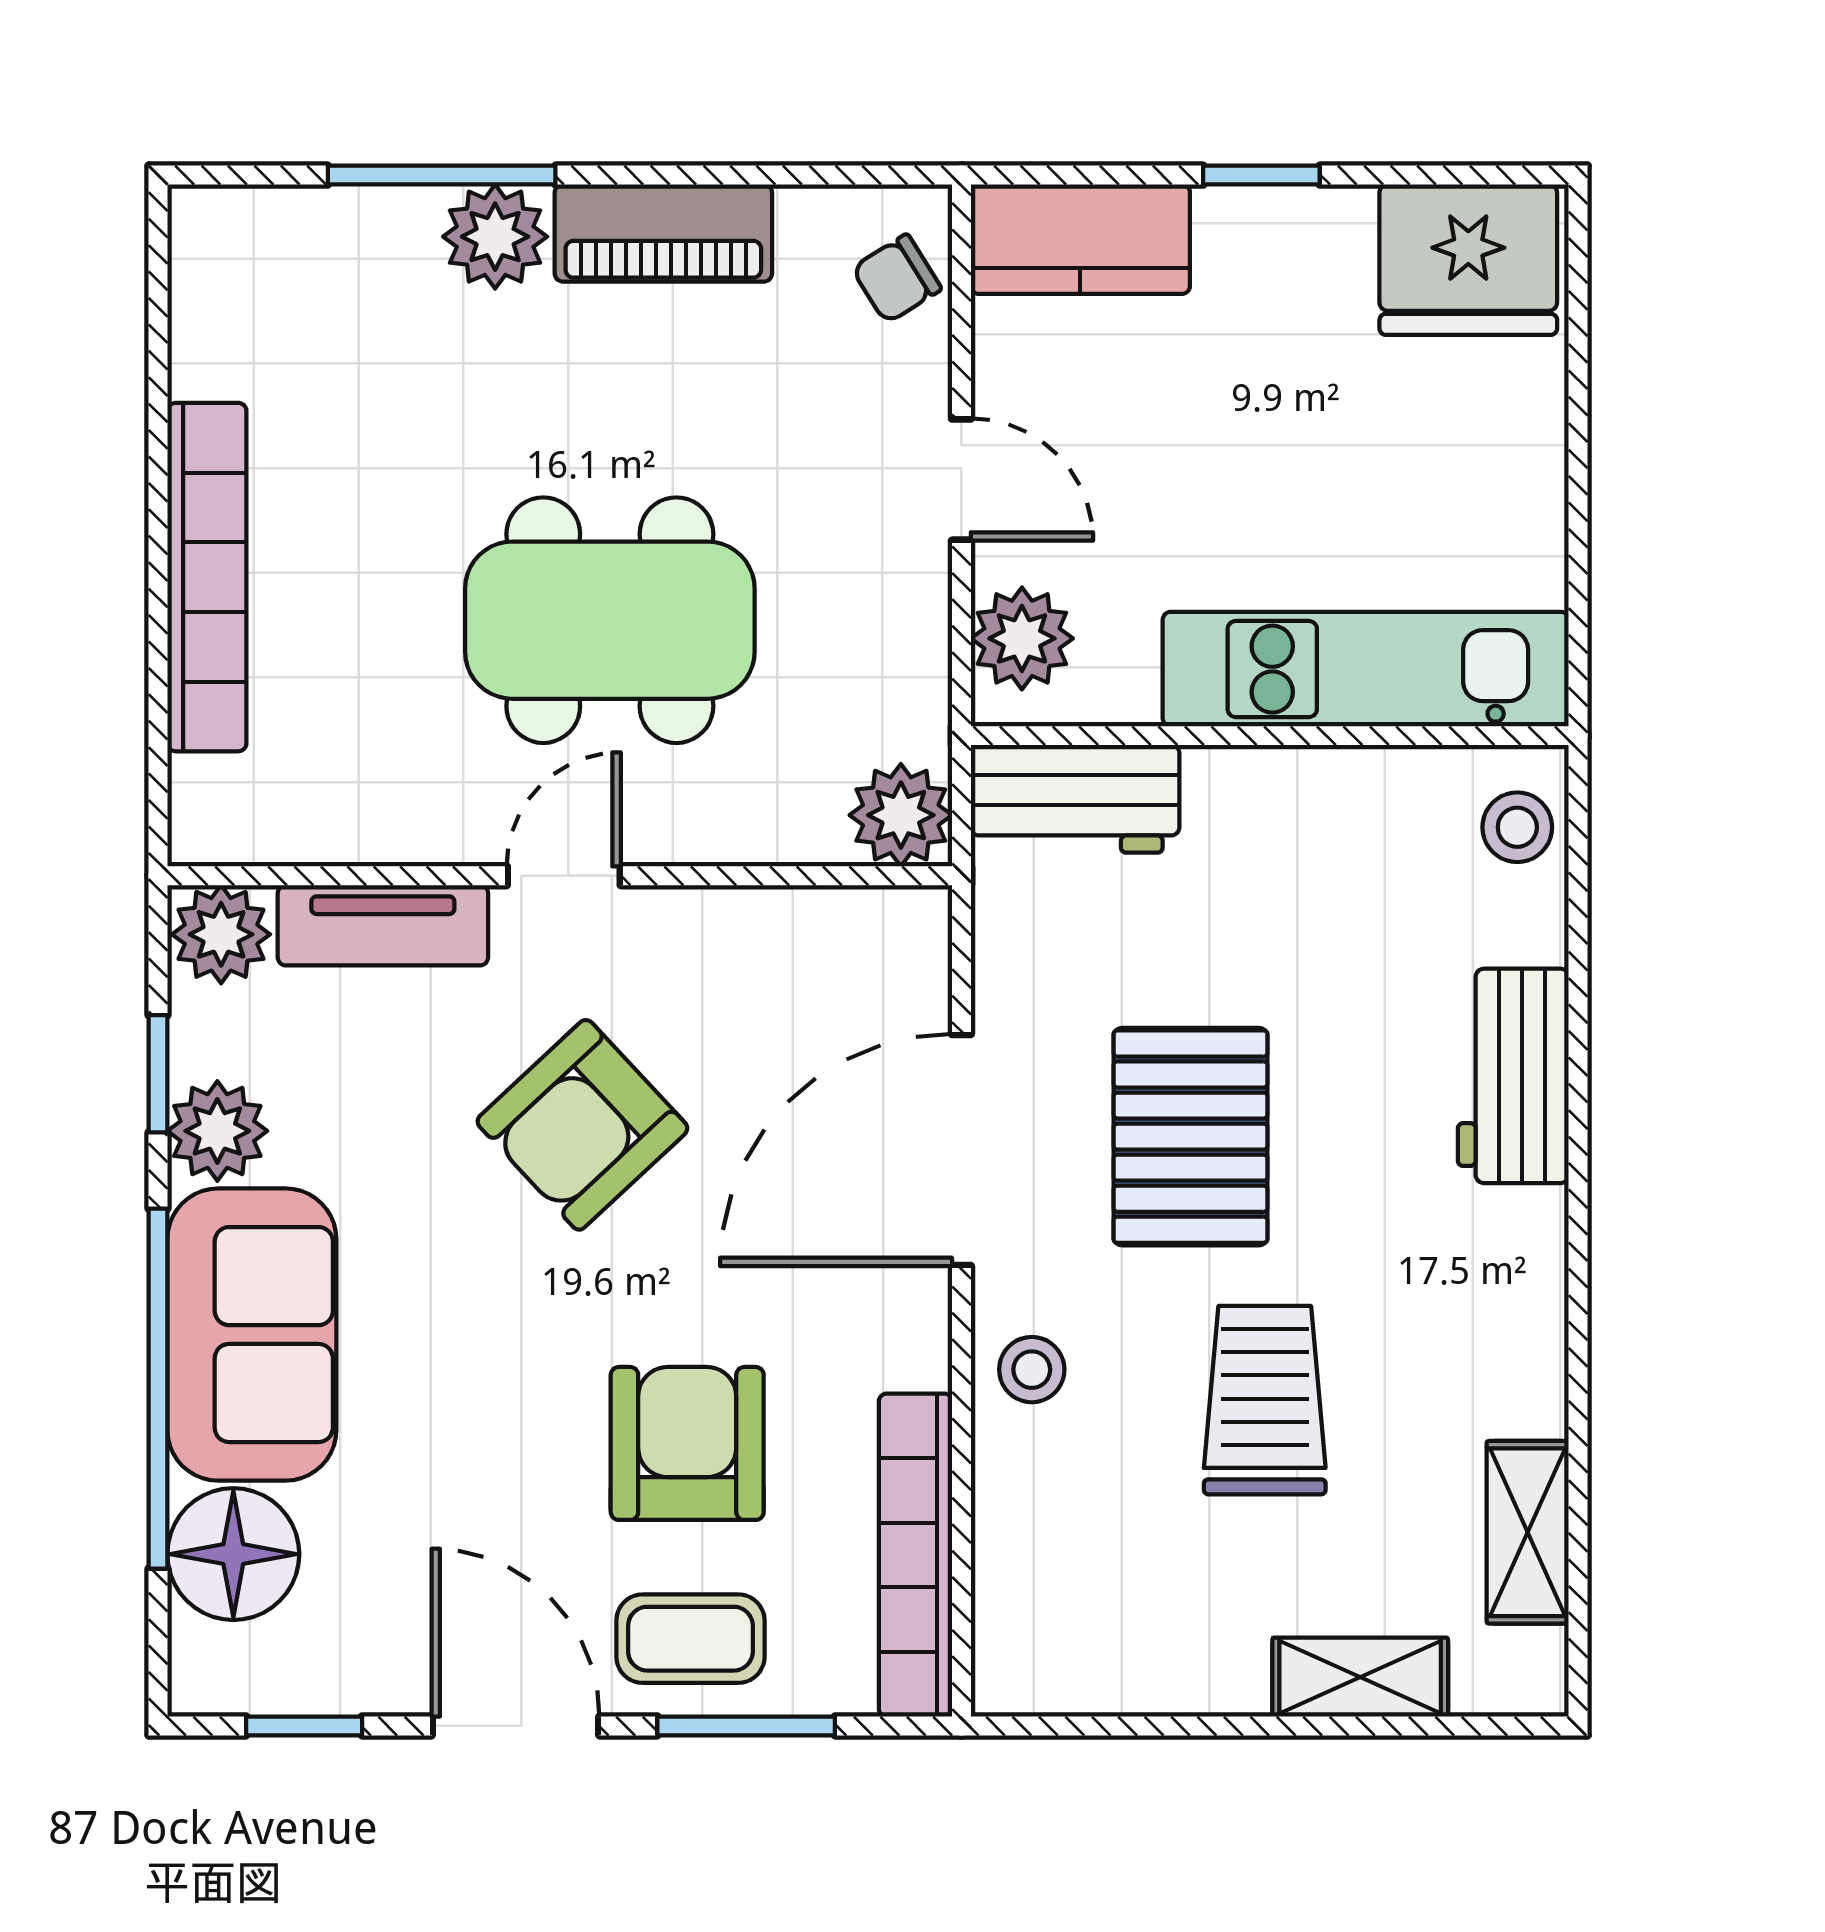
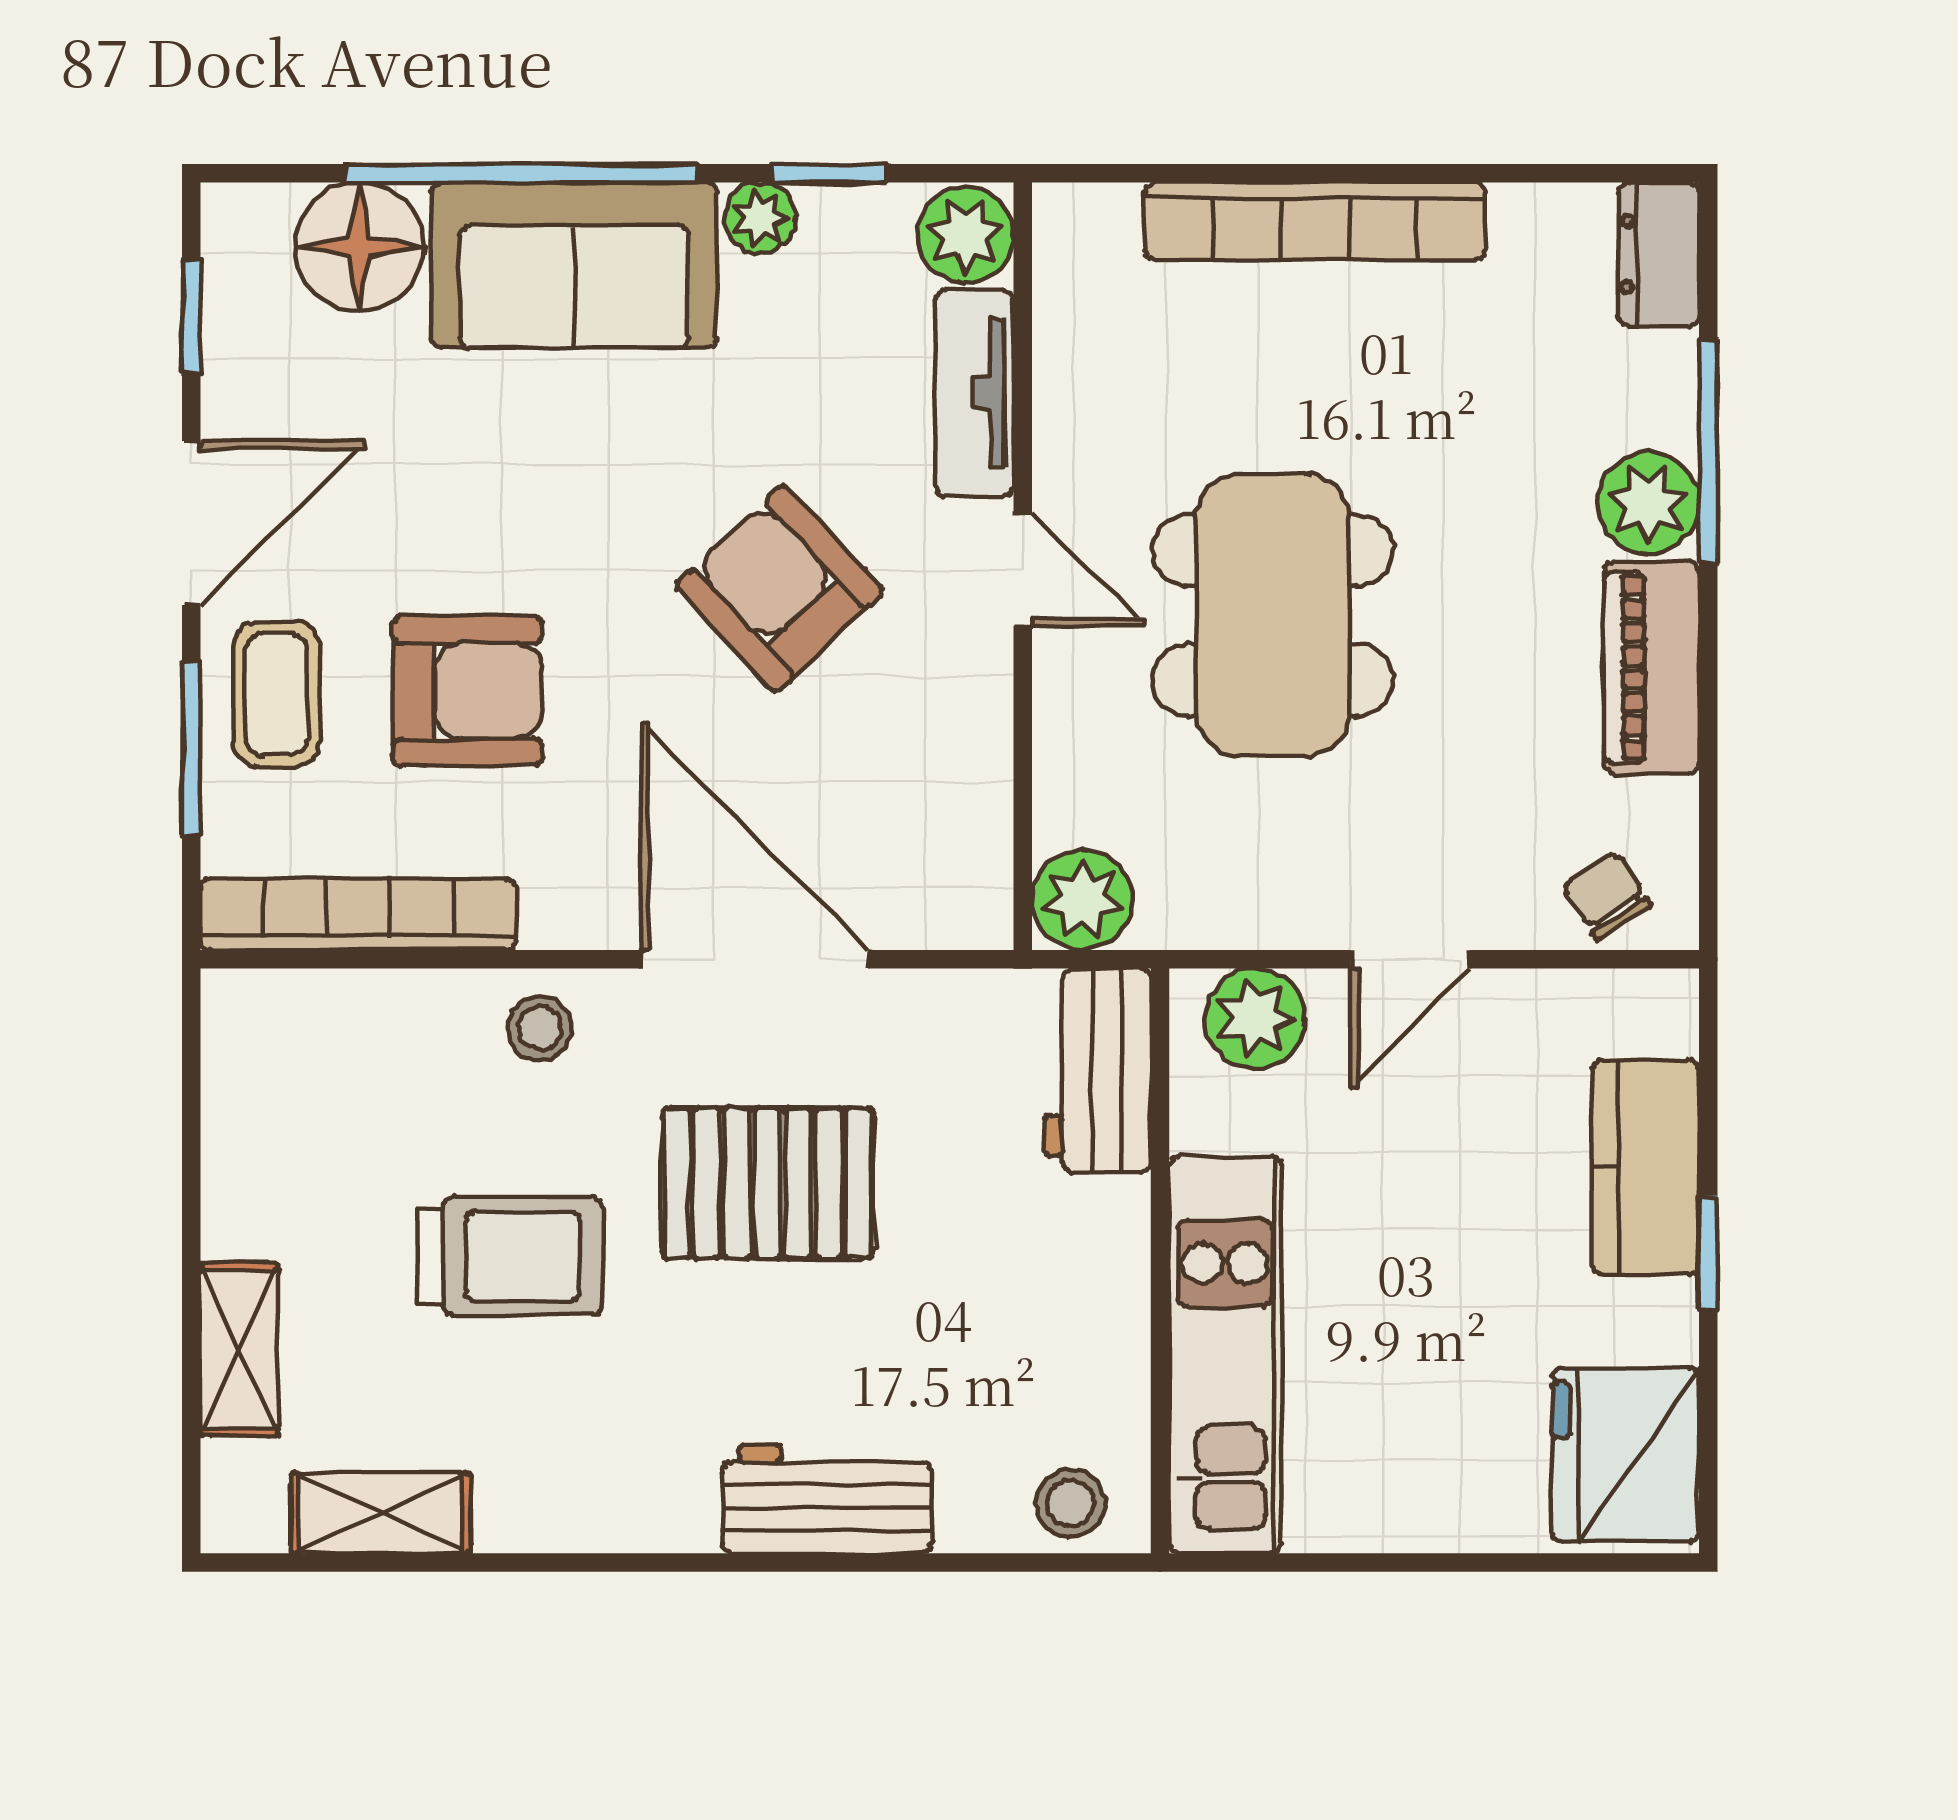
dresser: (241, 226) -> (1659, 254), added
kitchen counter: (1080, 239) -> (1646, 1167), moved
plant: (217, 1131) -> (760, 218), width x0.73, depth x0.73

